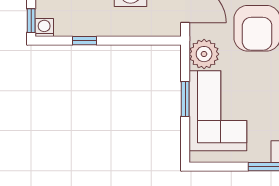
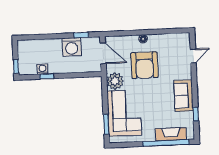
washing machine: (44, 27) -> (43, 69), moved
window: (185, 99) -> (106, 124), moved

